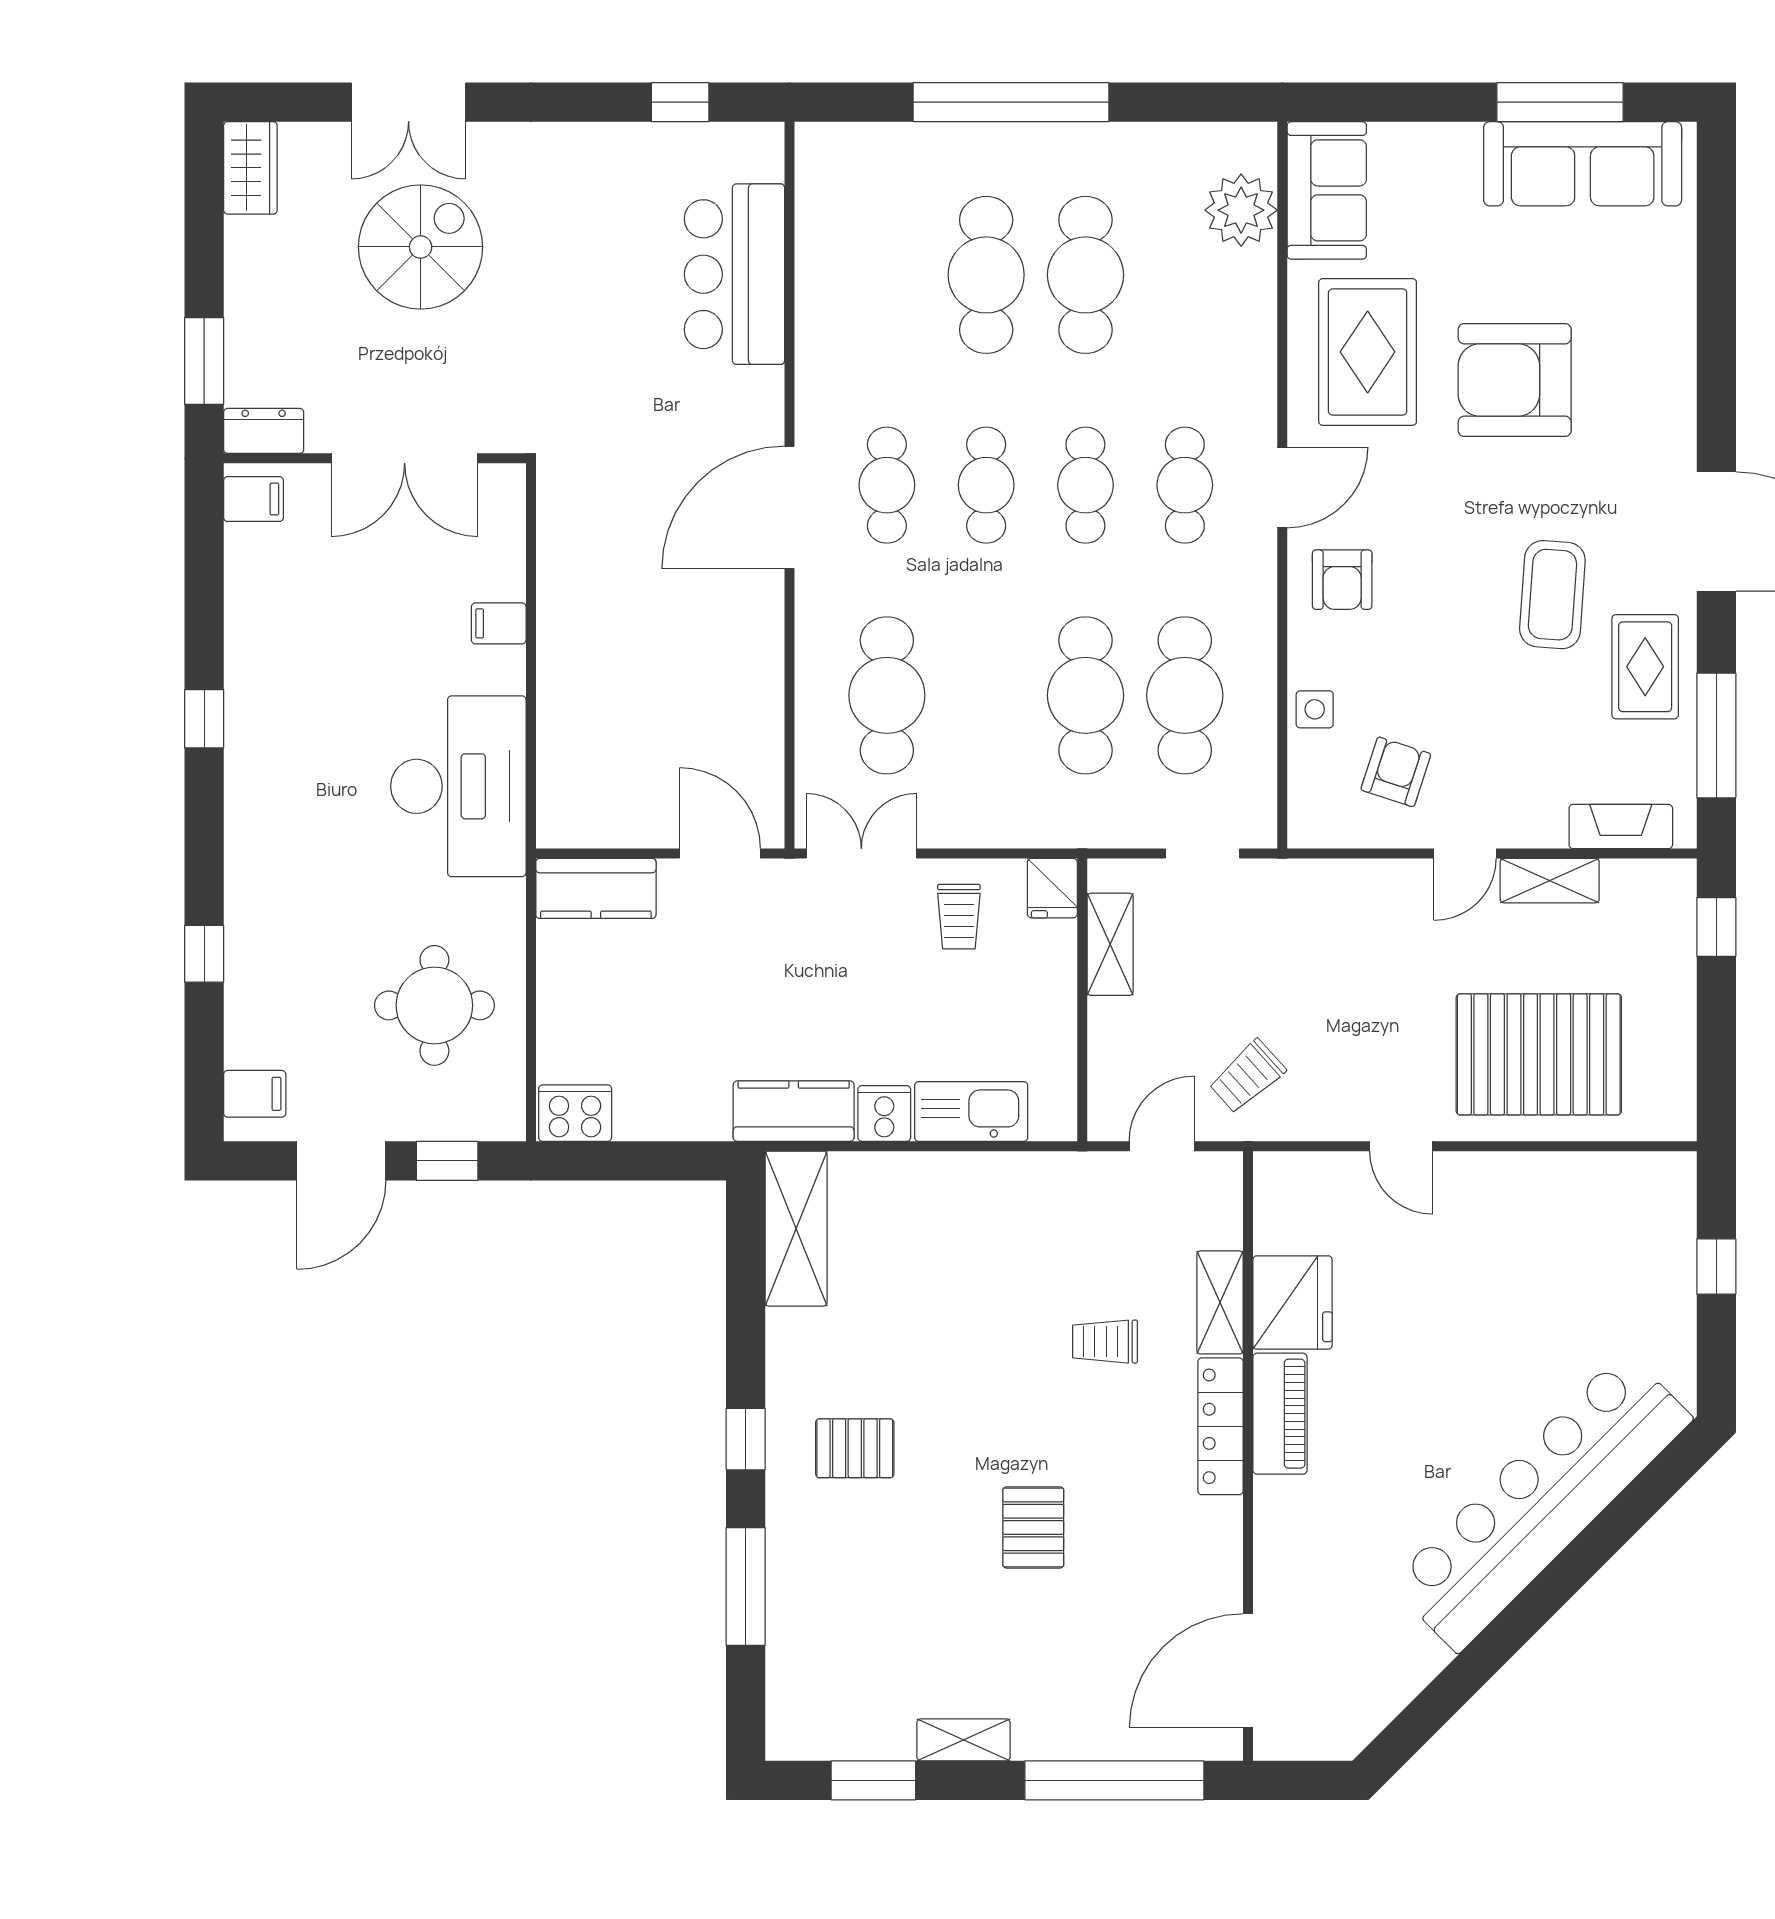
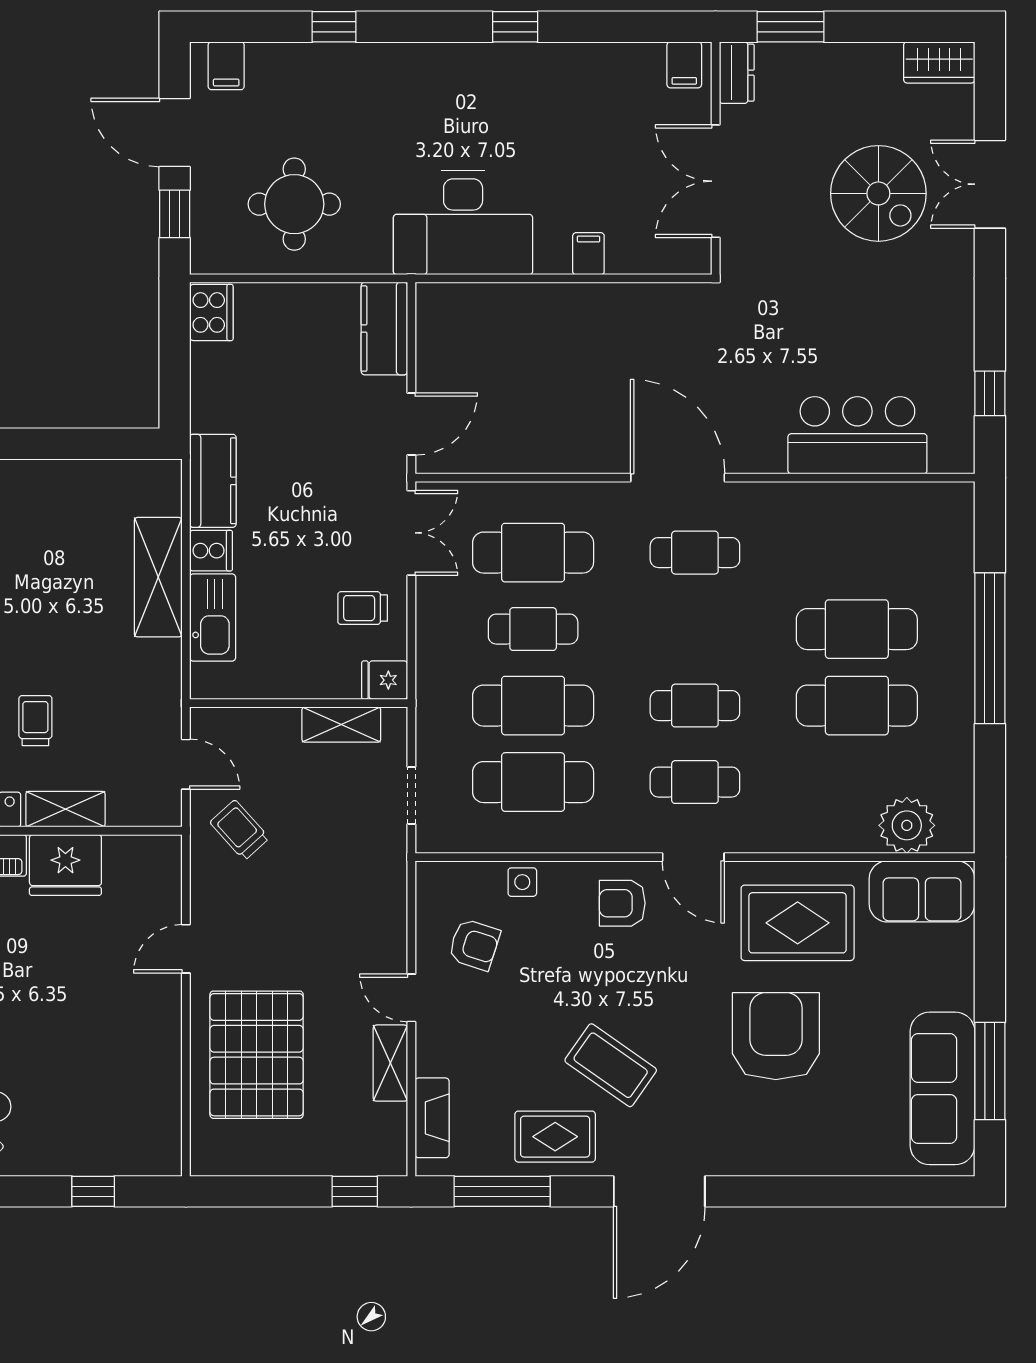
cafe table: (986, 485) -> (533, 629), moved
coffee table: (1552, 595) -> (611, 1065), turned 31
shelving: (796, 1229) -> (158, 577), moved, turned 90

